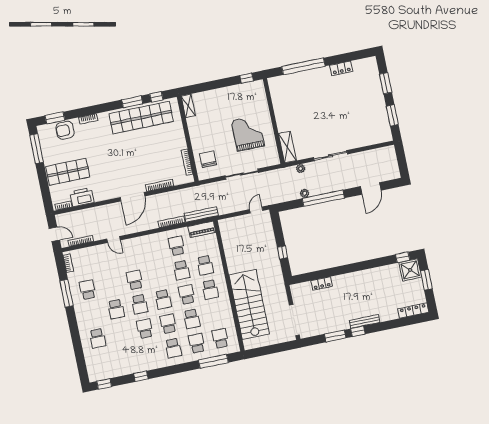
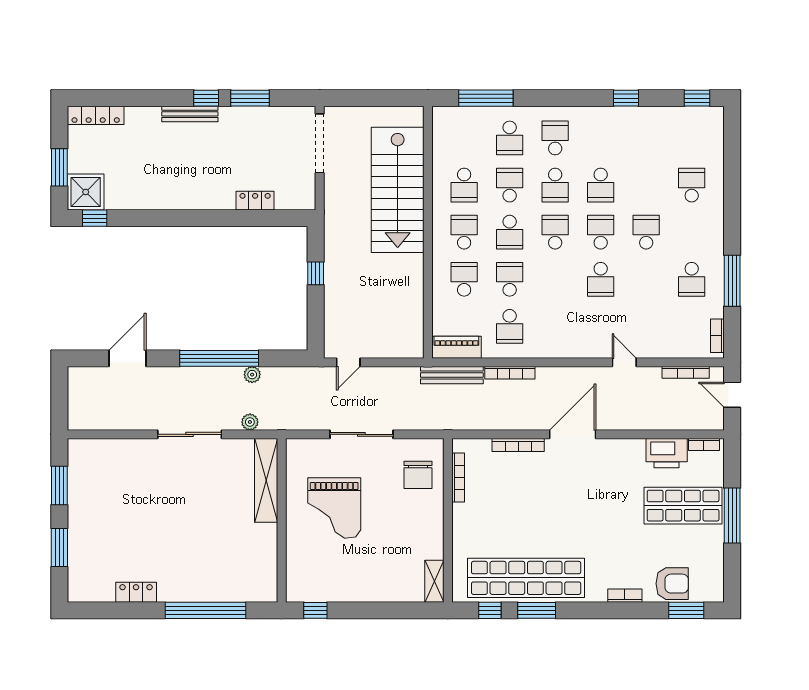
shelving: (287, 147) -> (266, 480), width x1.47
window: (37, 149) -> (732, 516), moved
school desk: (220, 338) -> (464, 185), moved

